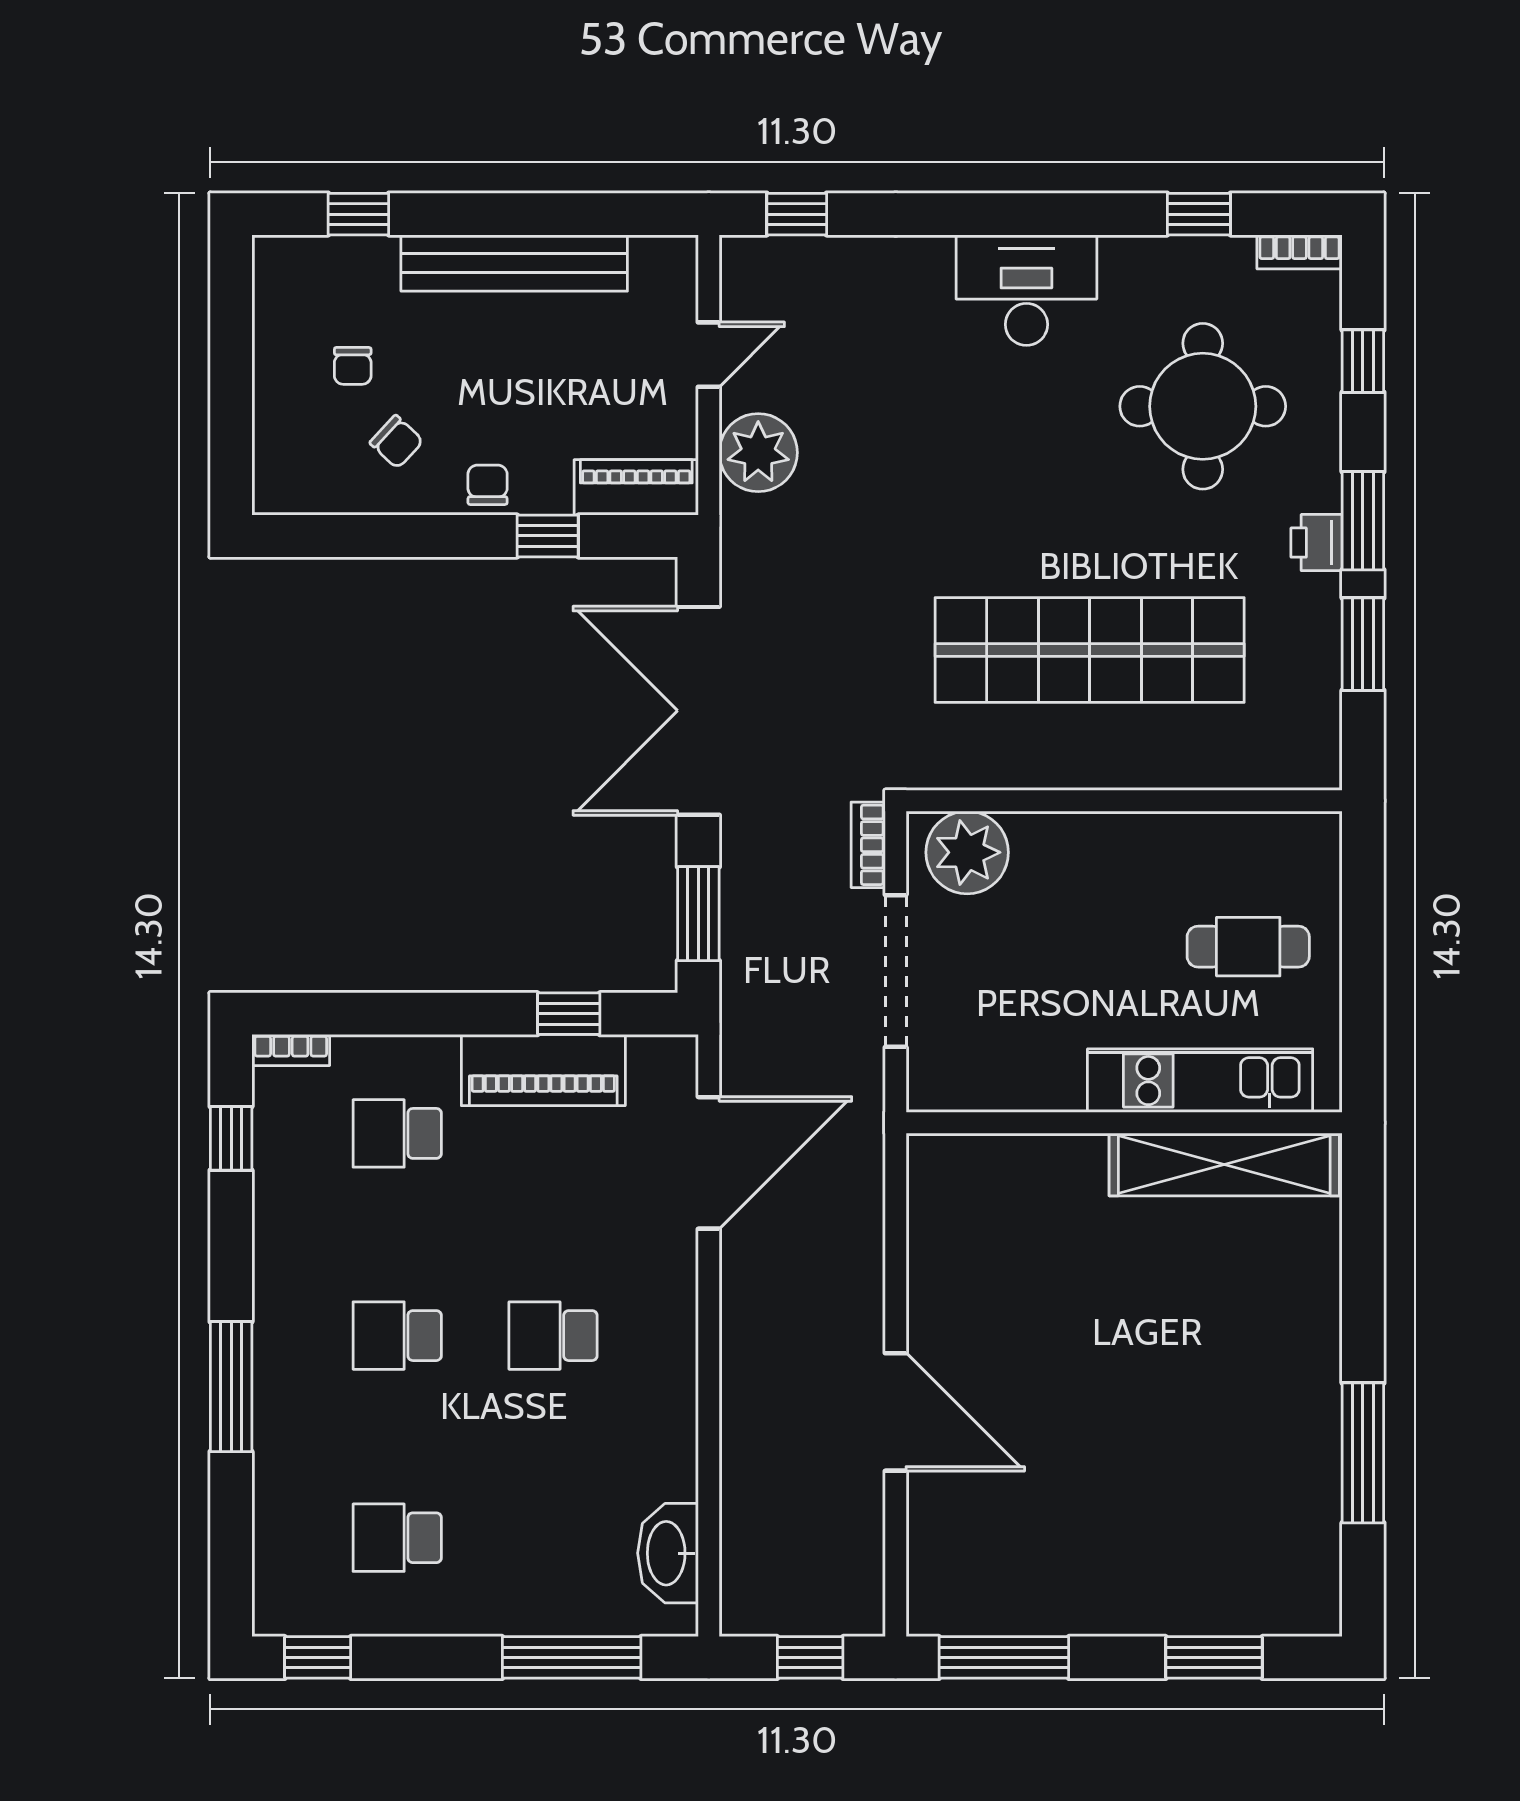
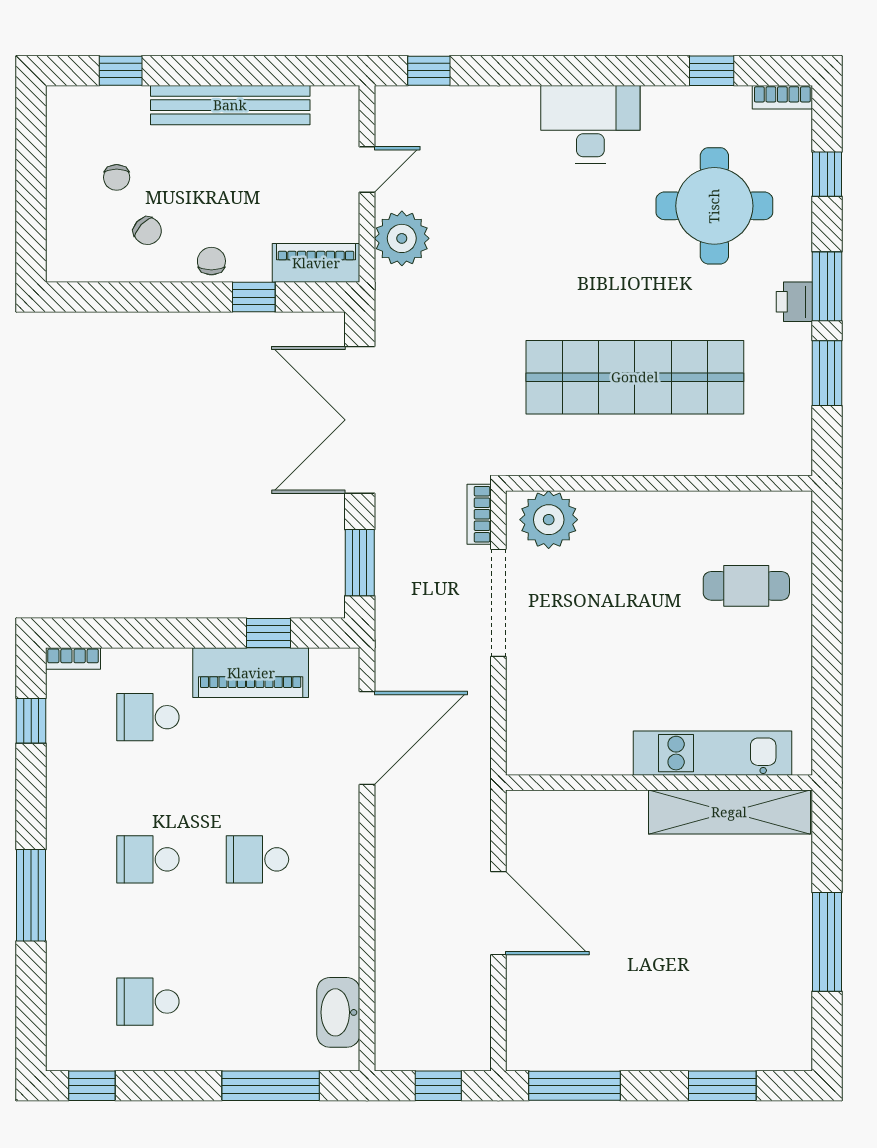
kitchen unit: (1200, 1081) -> (712, 753), moved
wall: (1124, 1123) -> (659, 783), moved
shelving: (1224, 1164) -> (729, 812), moved

